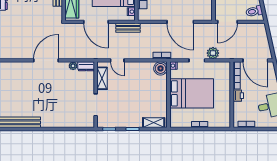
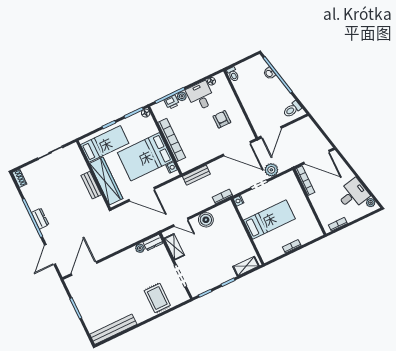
door: (180, 22) -> (237, 149), moved
bench: (128, 28) -> (196, 175), moved
door: (46, 60) -> (84, 268), moved
boiler: (161, 68) -> (206, 220), moved
bed: (192, 93) -> (269, 219), width x0.67
printer: (238, 96) -> (316, 200), removed
rug: (68, 114) -> (157, 298), added

